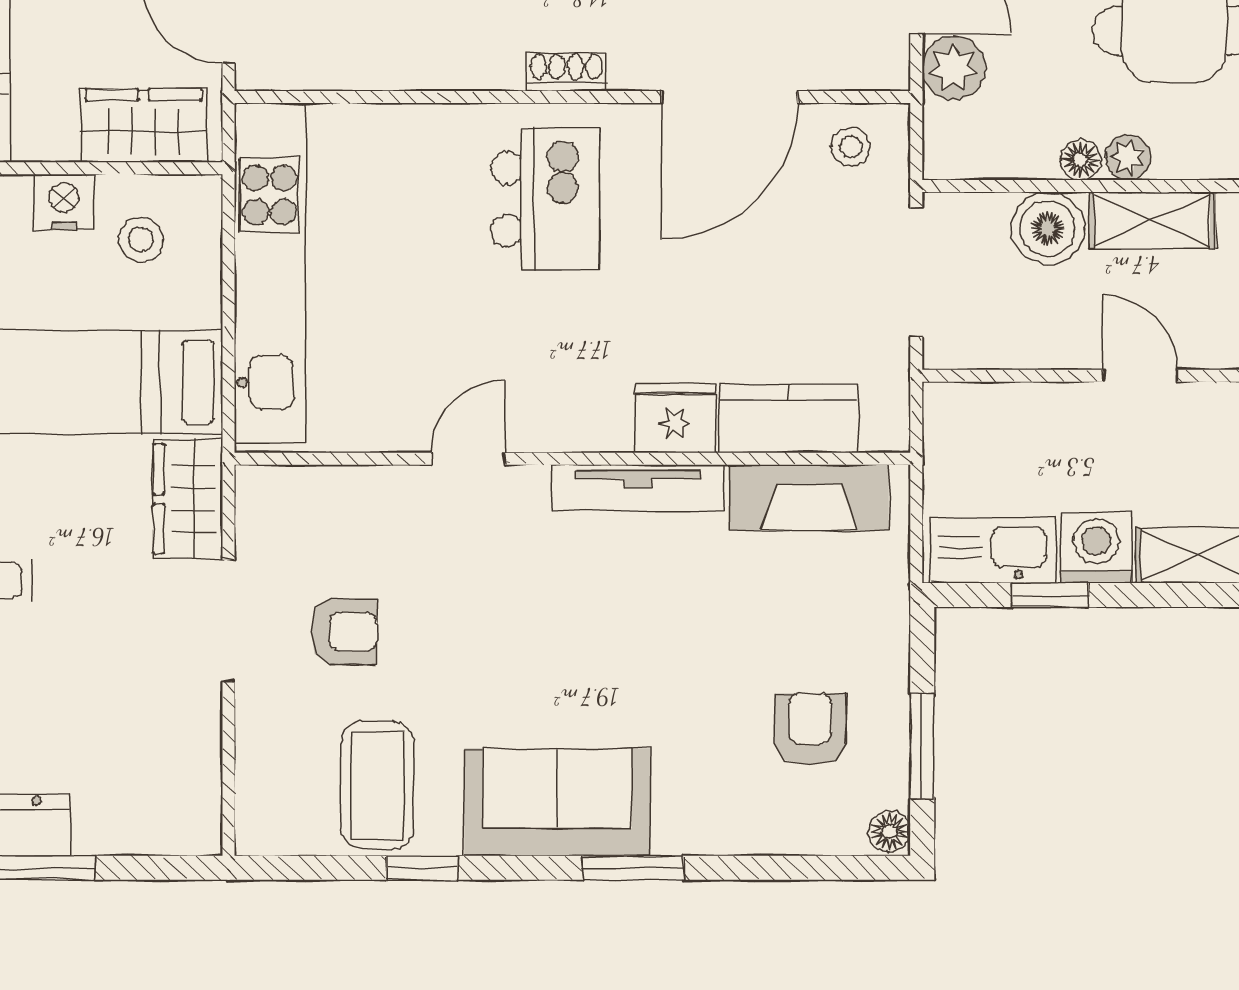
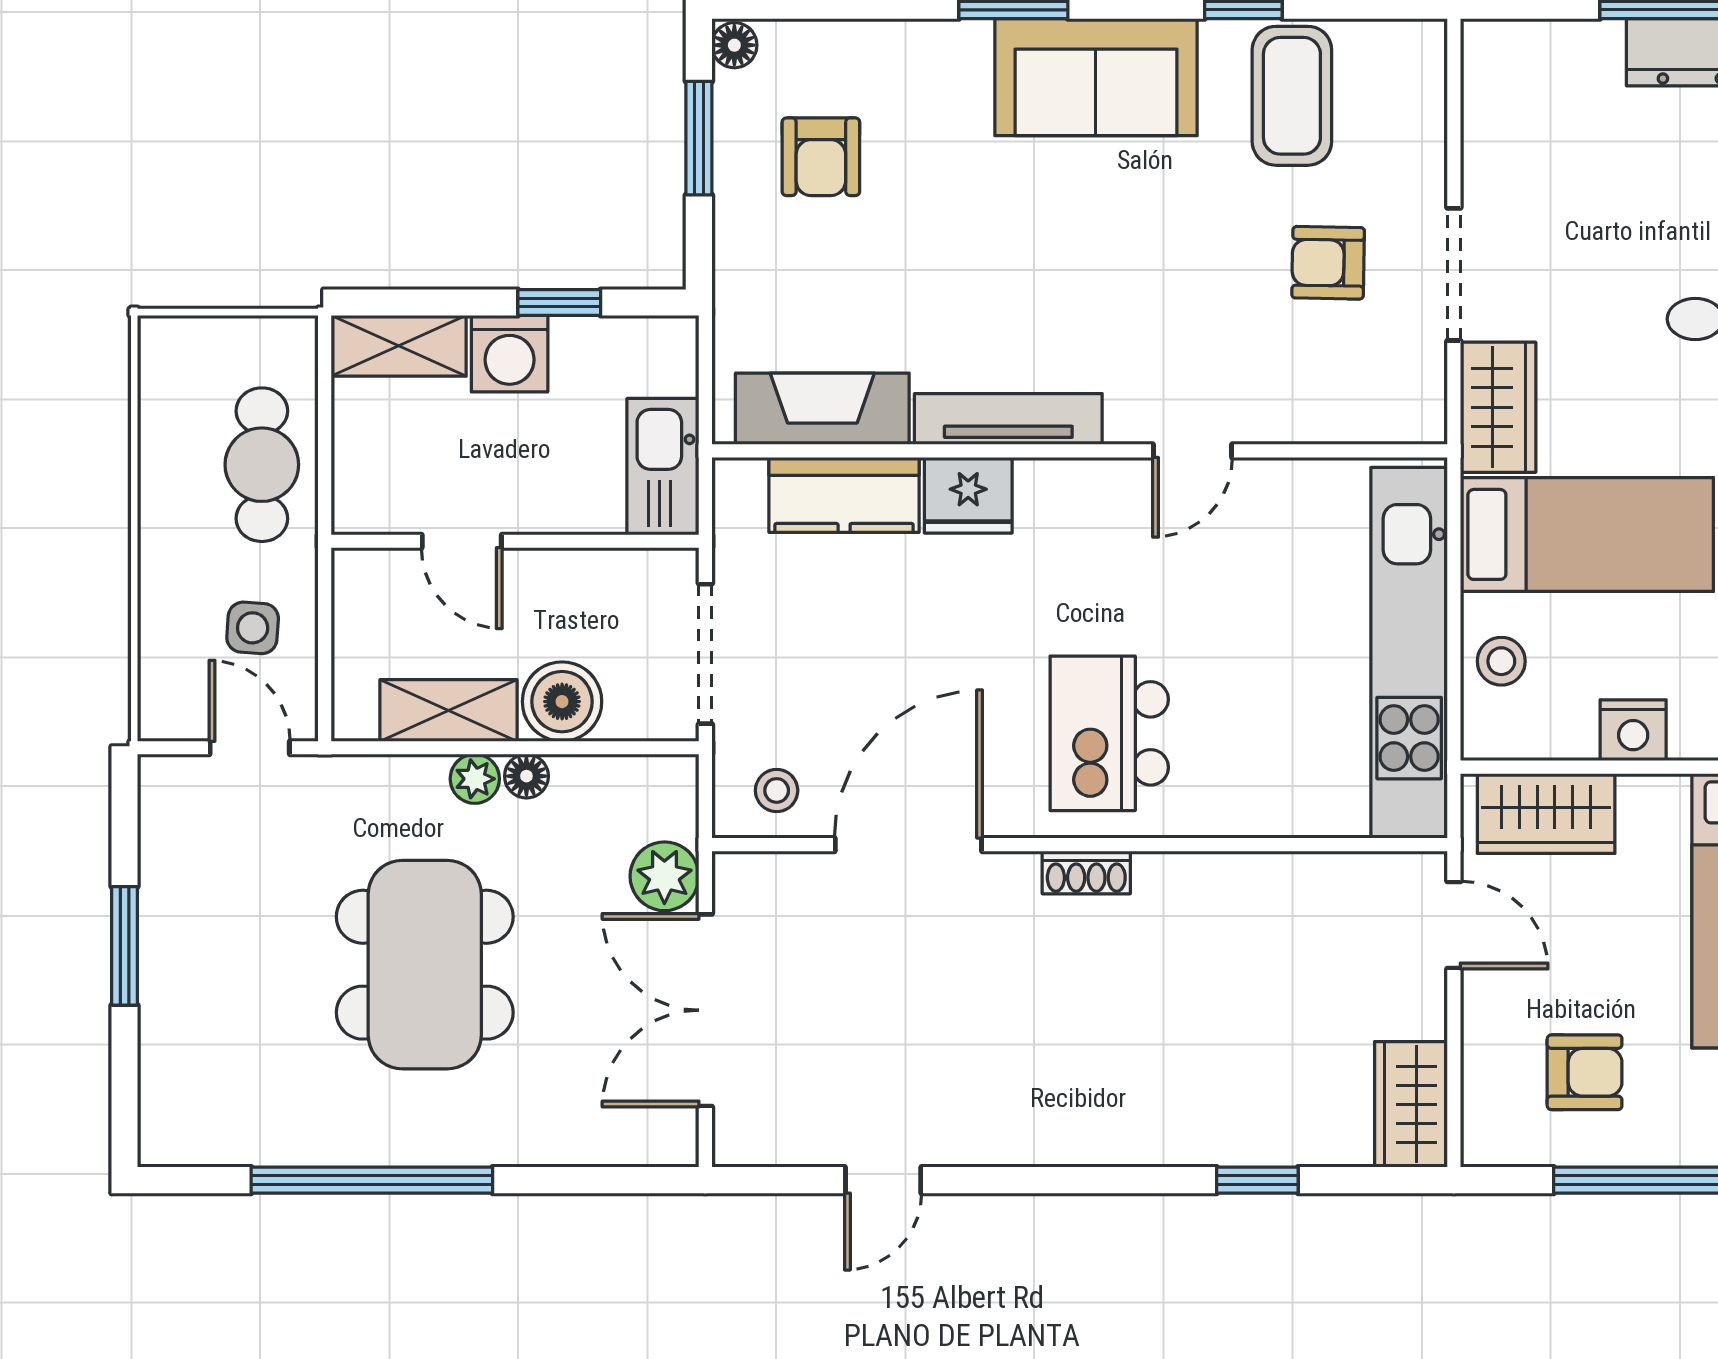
stool: (141, 240) -> (1501, 661), moved
kitchen sink: (994, 550) -> (663, 467), moved, turned 90

